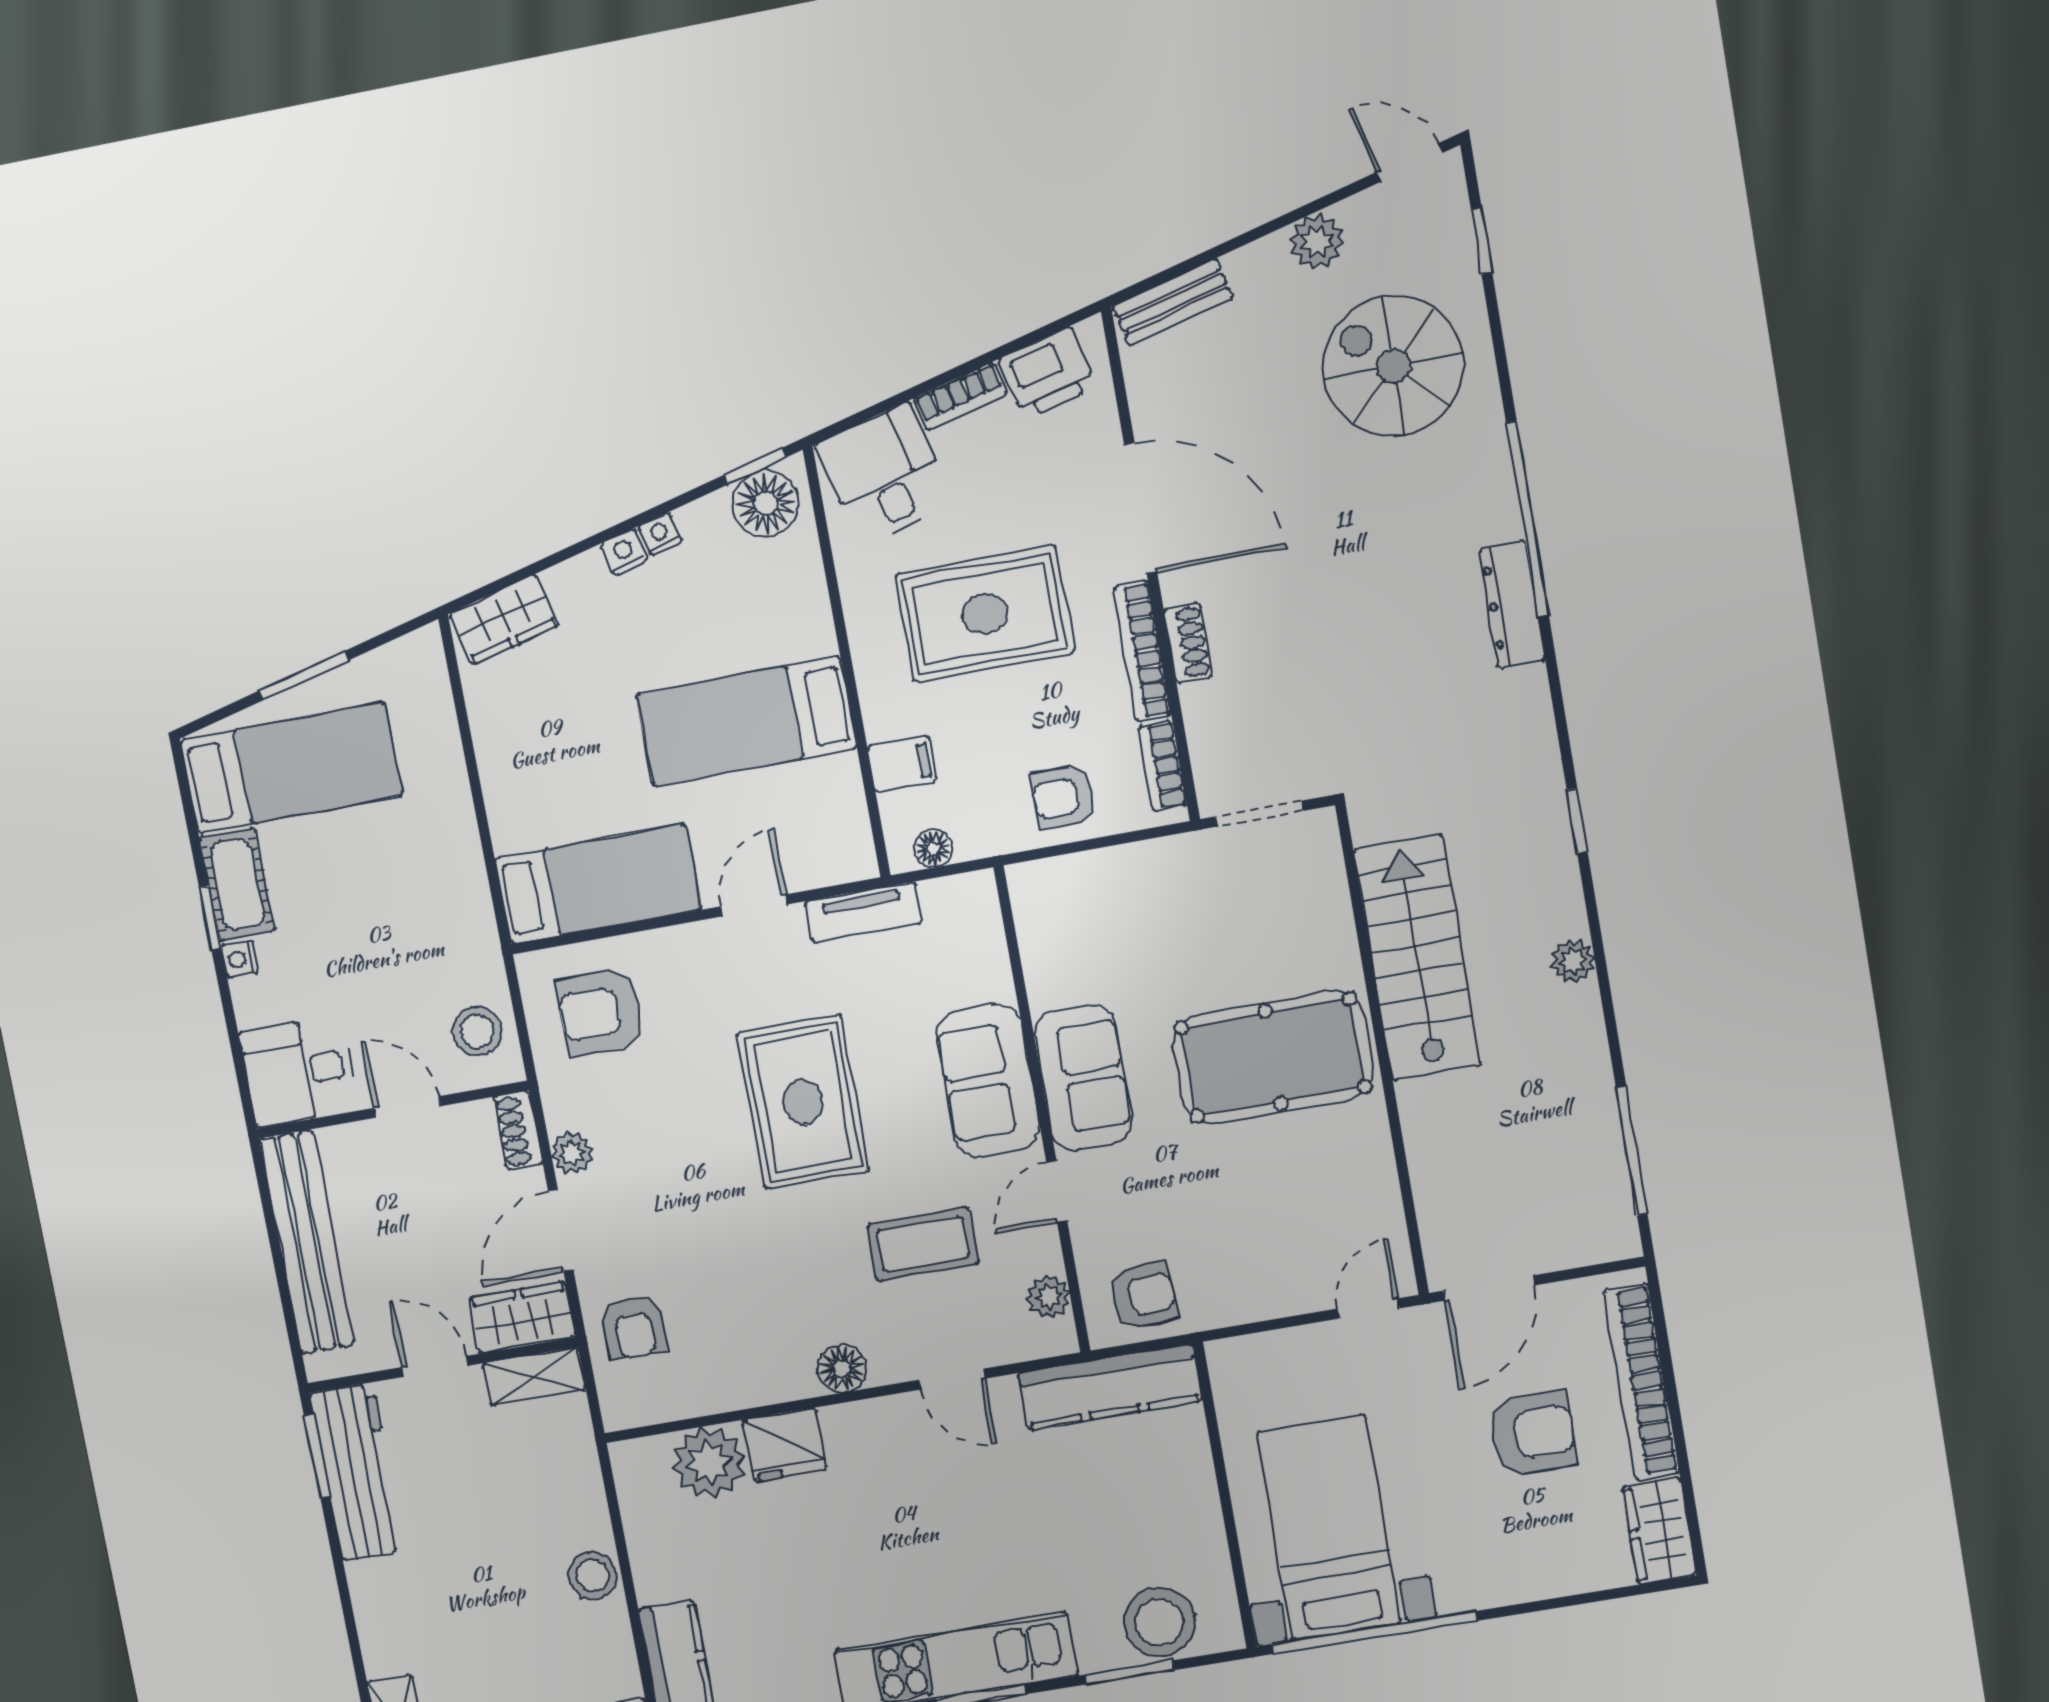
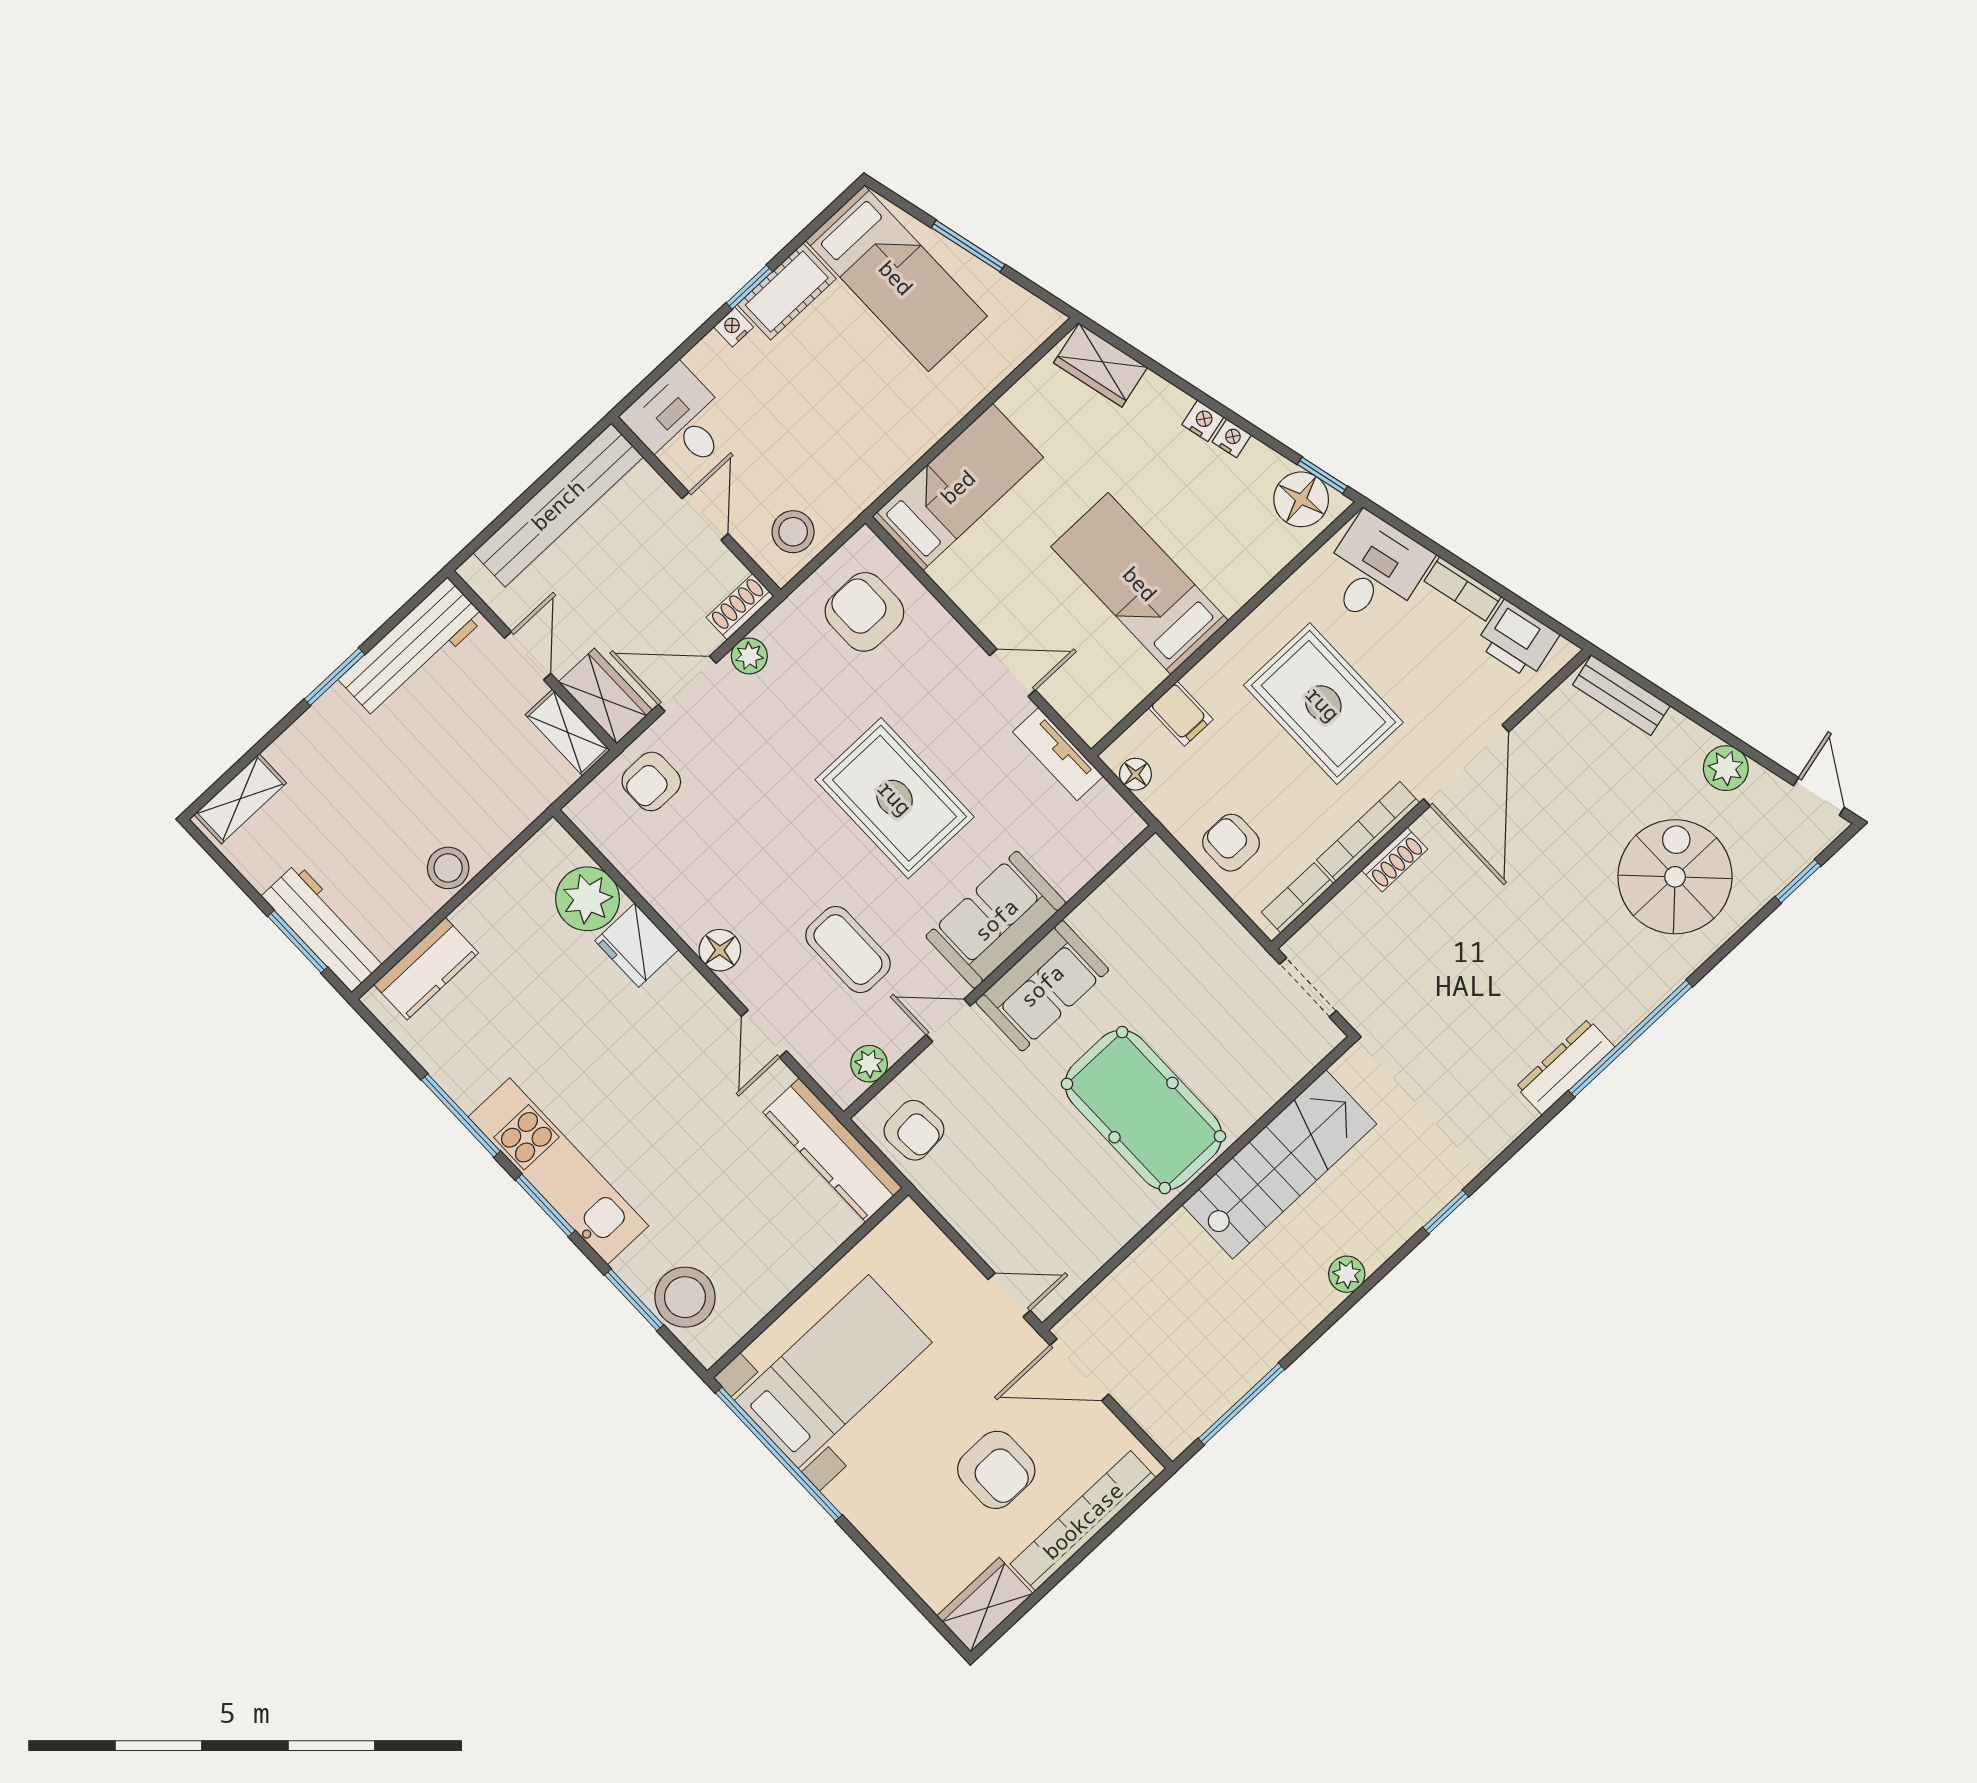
bed: (598, 884) -> (958, 487), moved, turned -90
rug: (803, 1102) -> (895, 798), turned 90
window: (317, 1456) -> (335, 677), moved

